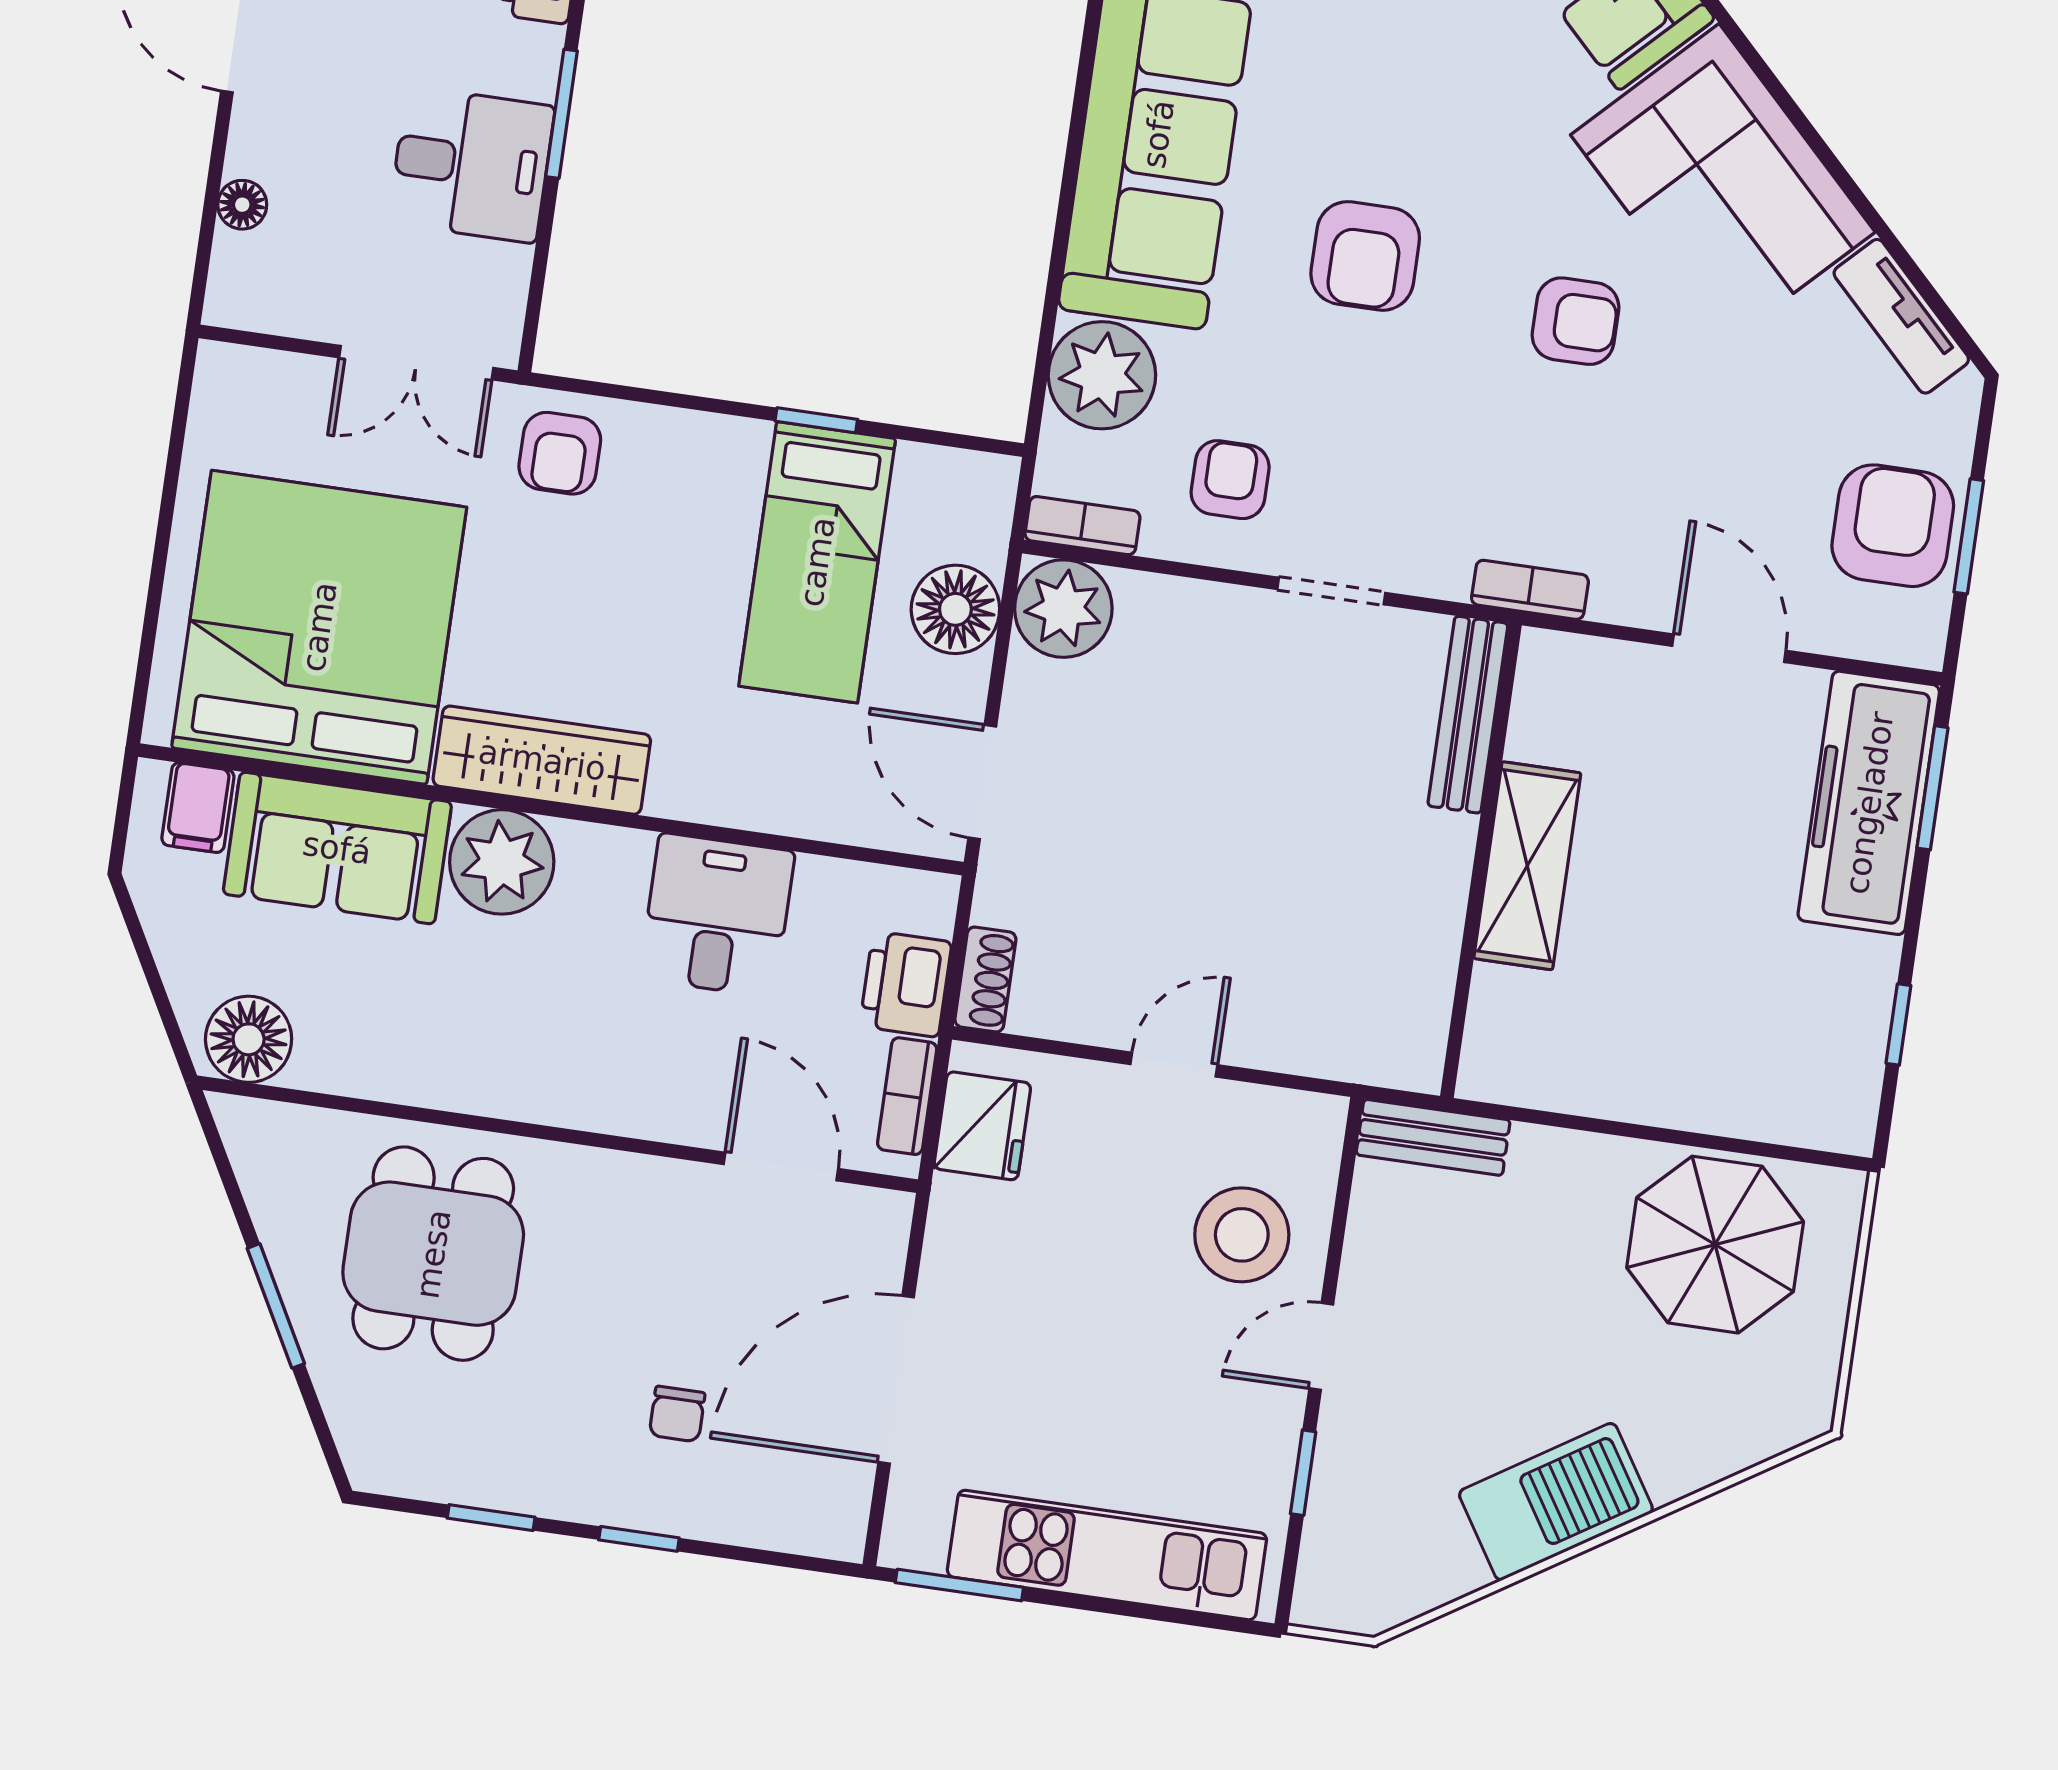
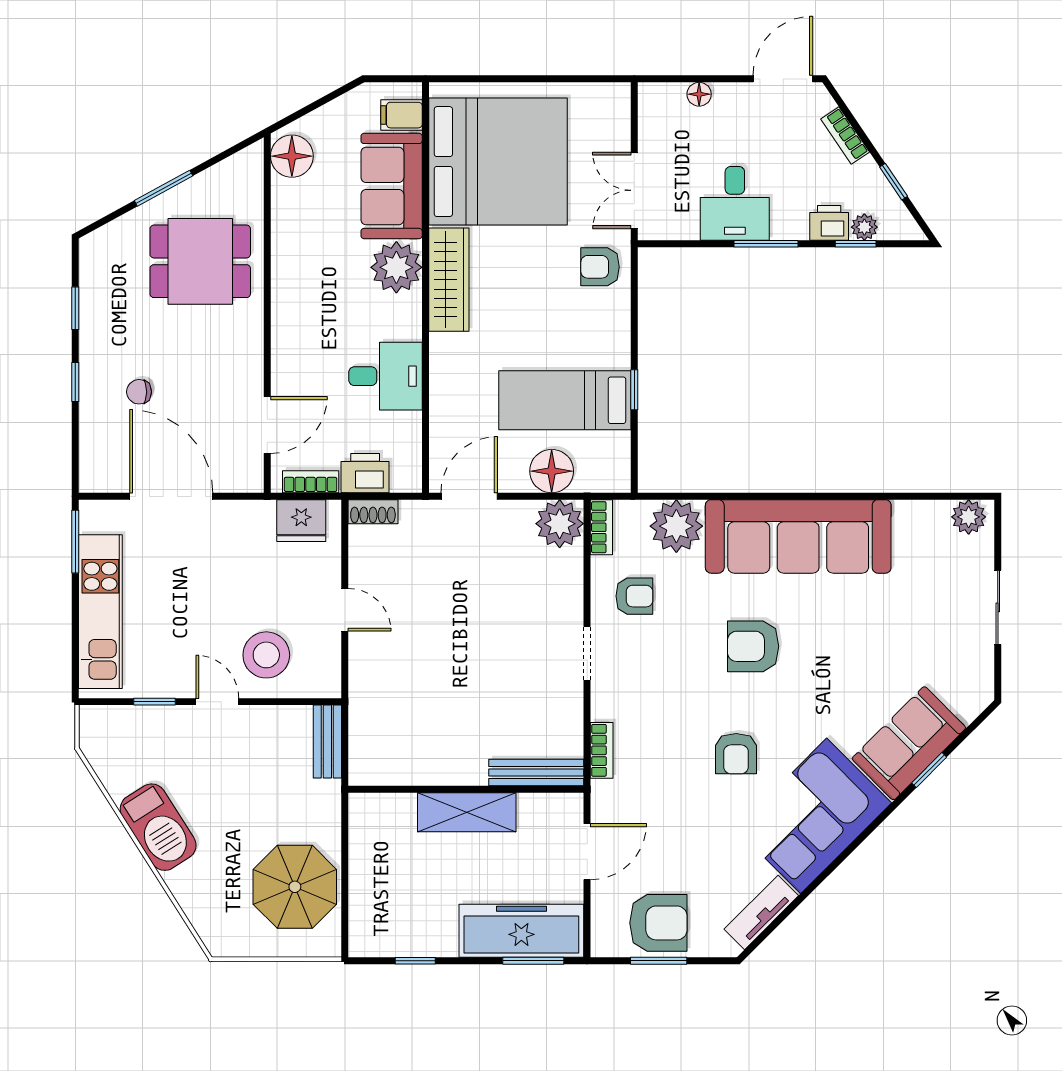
bench: (1468, 715) -> (536, 773), moved
wall: (1481, 861) -> (466, 789), moved
shelving: (1527, 866) -> (467, 812), moved

